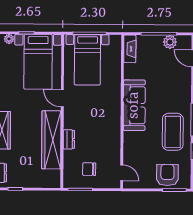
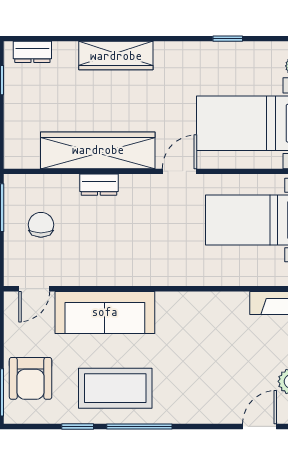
sofa: (134, 105) -> (105, 312), moved
armchair: (167, 175) -> (31, 378), turned 90

